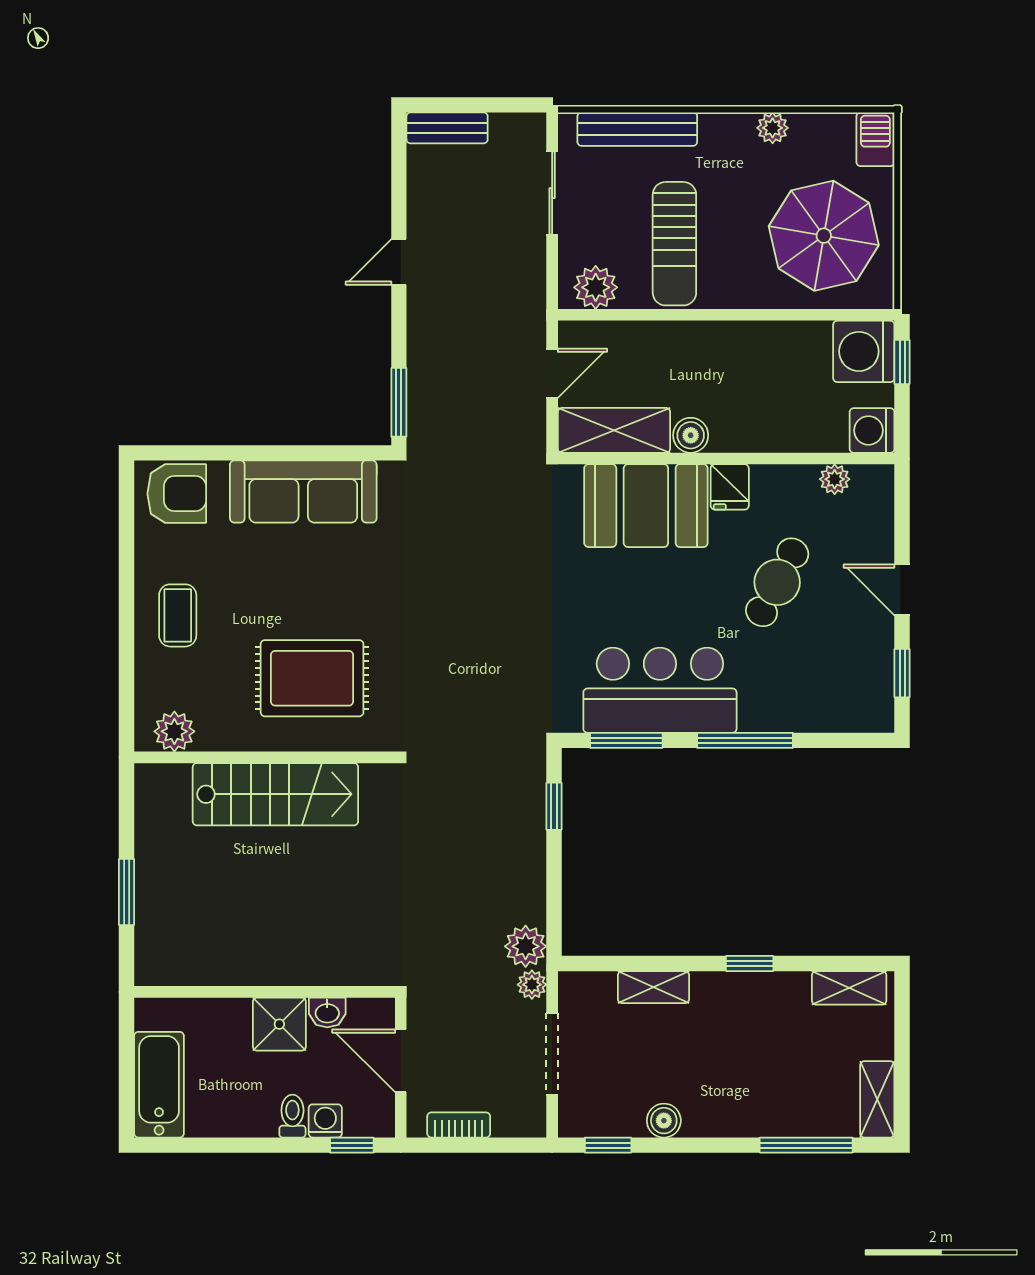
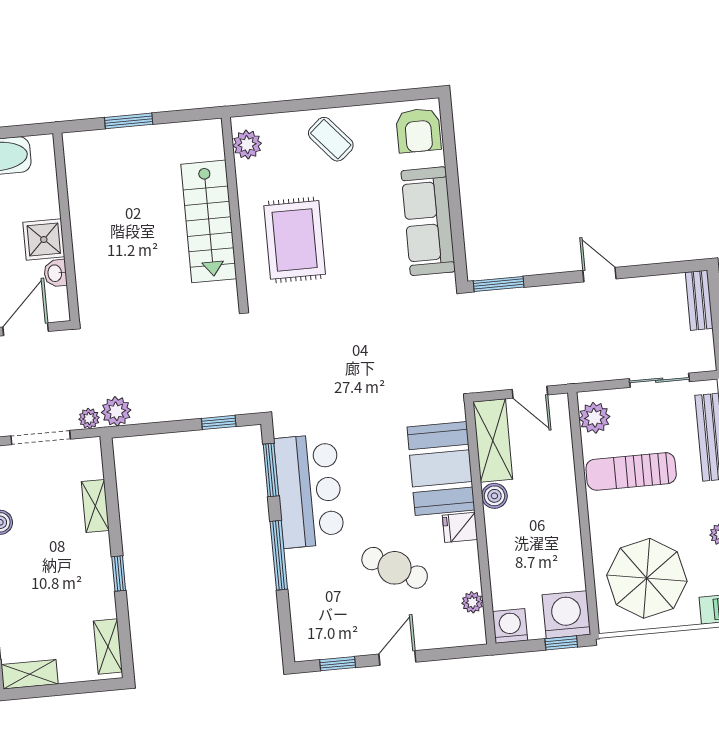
coffee table: (178, 615) -> (331, 139), turned 49

